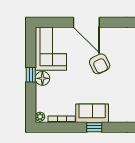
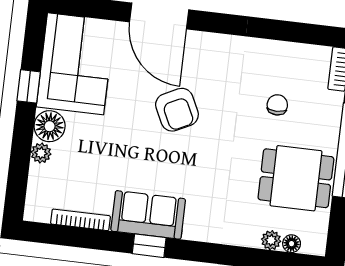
window: (31, 75) -> (29, 86), moved
plant: (40, 117) -> (41, 153), moved

